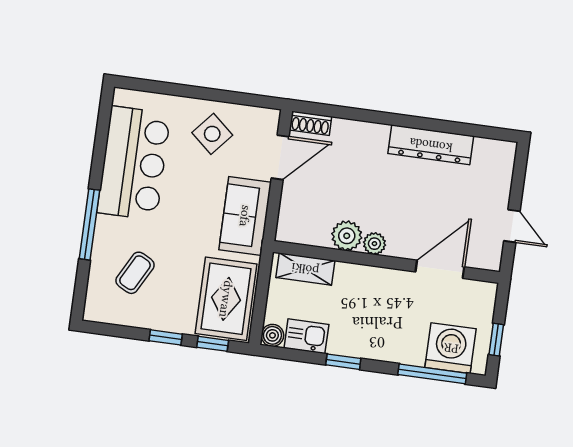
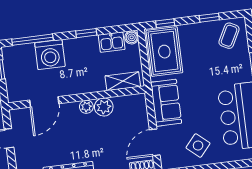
coffee table: (135, 273) -> (229, 36), moved
window: (166, 337) -> (209, 18), moved
washing machine: (451, 348) -> (50, 55), moved

